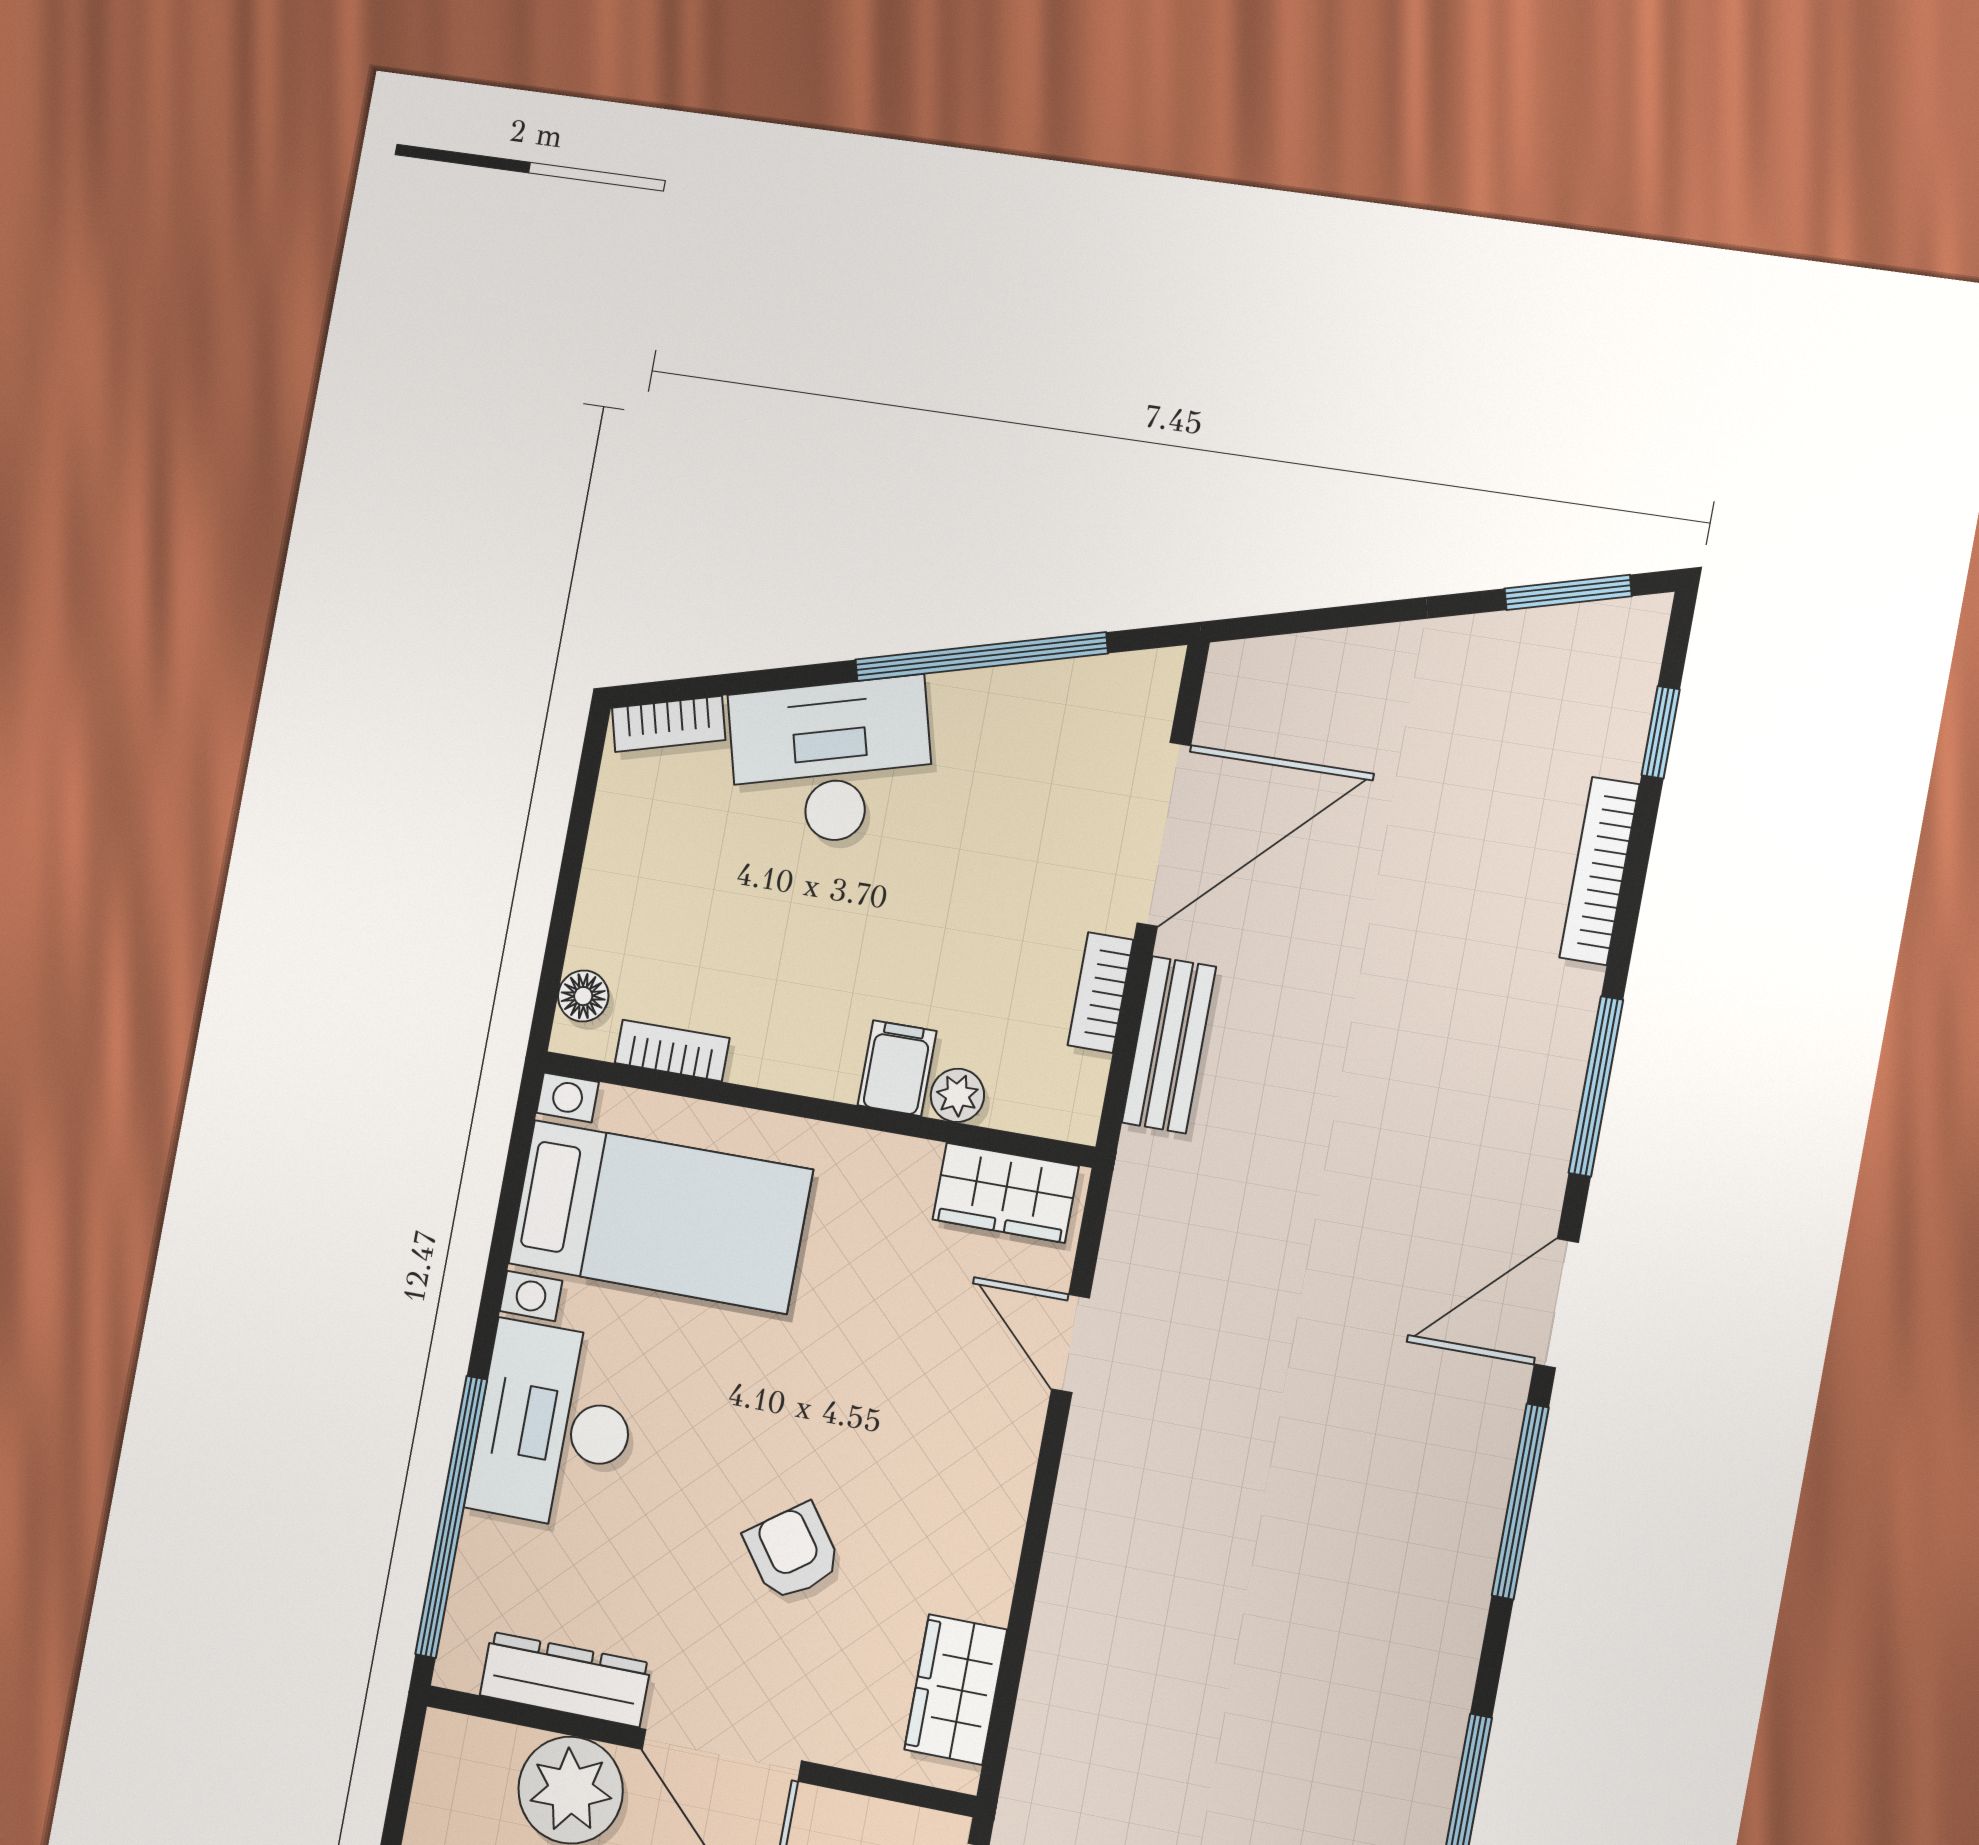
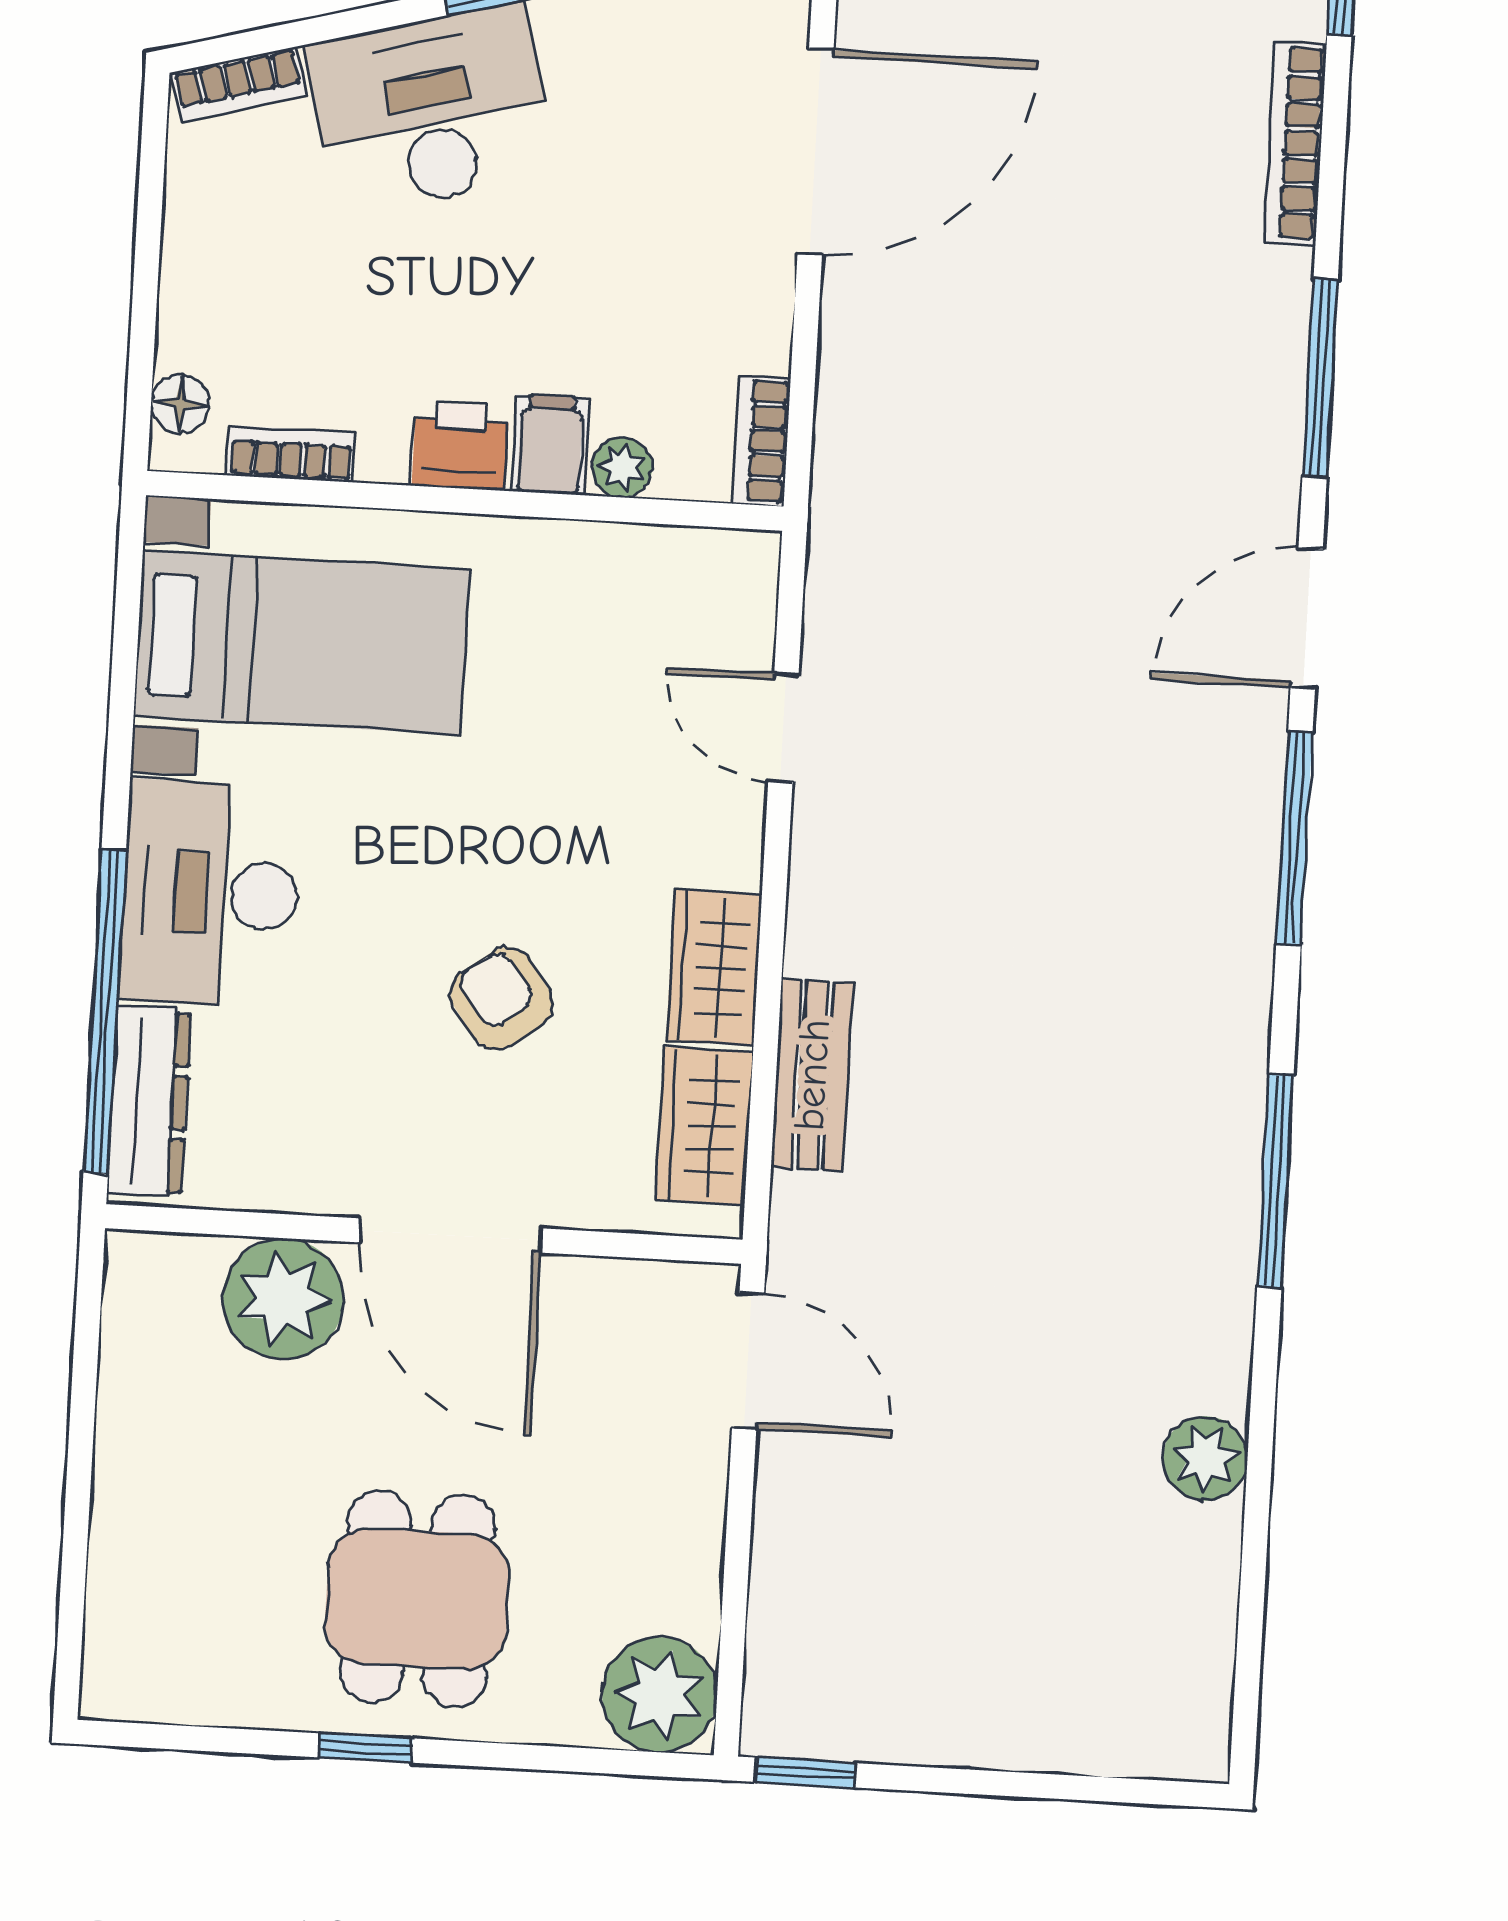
bookcase: (1100, 993) -> (762, 441), moved
bench: (1169, 1045) -> (812, 1075), moved
printer: (819, 1060) -> (460, 446), added
wardrobe: (1006, 1193) -> (714, 968), moved, turned 90
dresser: (565, 1679) -> (149, 1101), moved, turned 90

